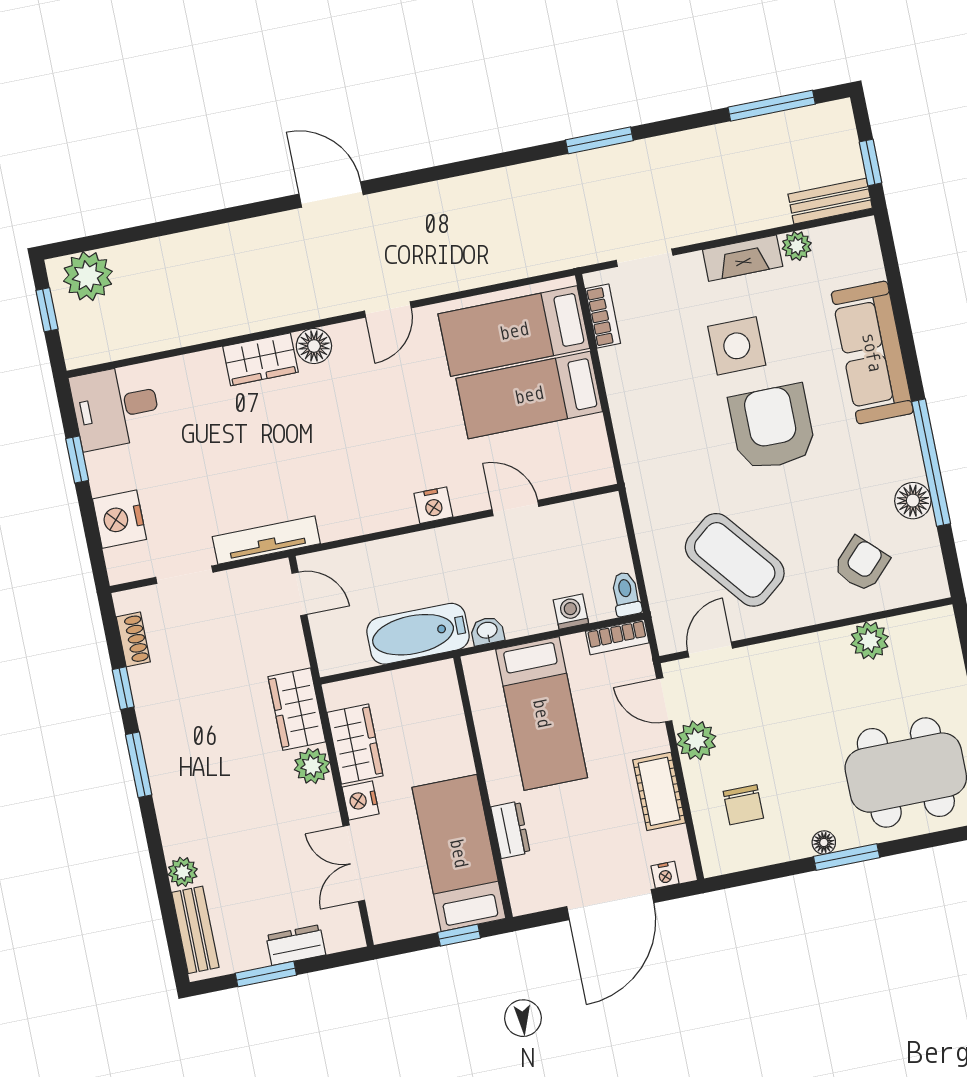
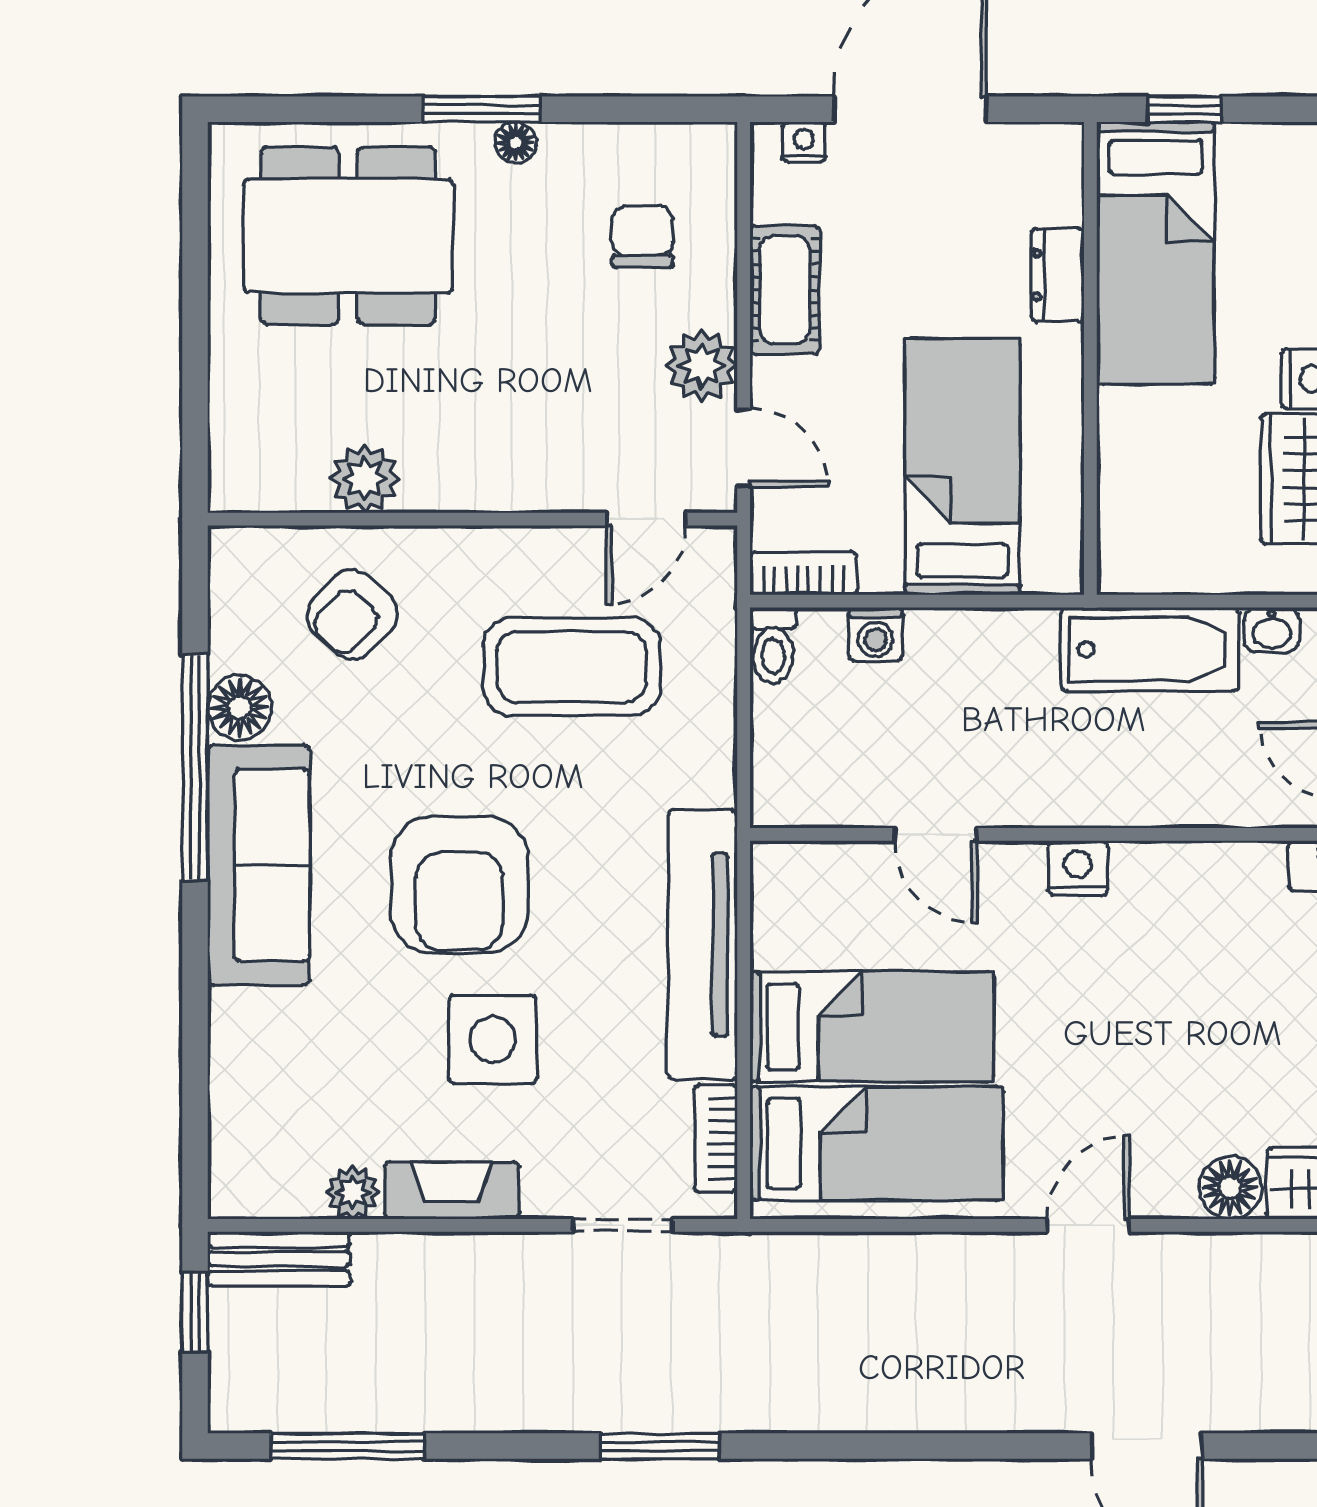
sofa: (872, 352) -> (259, 865), moved
tv unit: (632, 421) -> (703, 944), added
coffee table: (735, 560) -> (572, 667), turned -51
washbasin: (487, 631) -> (1272, 630), moved

